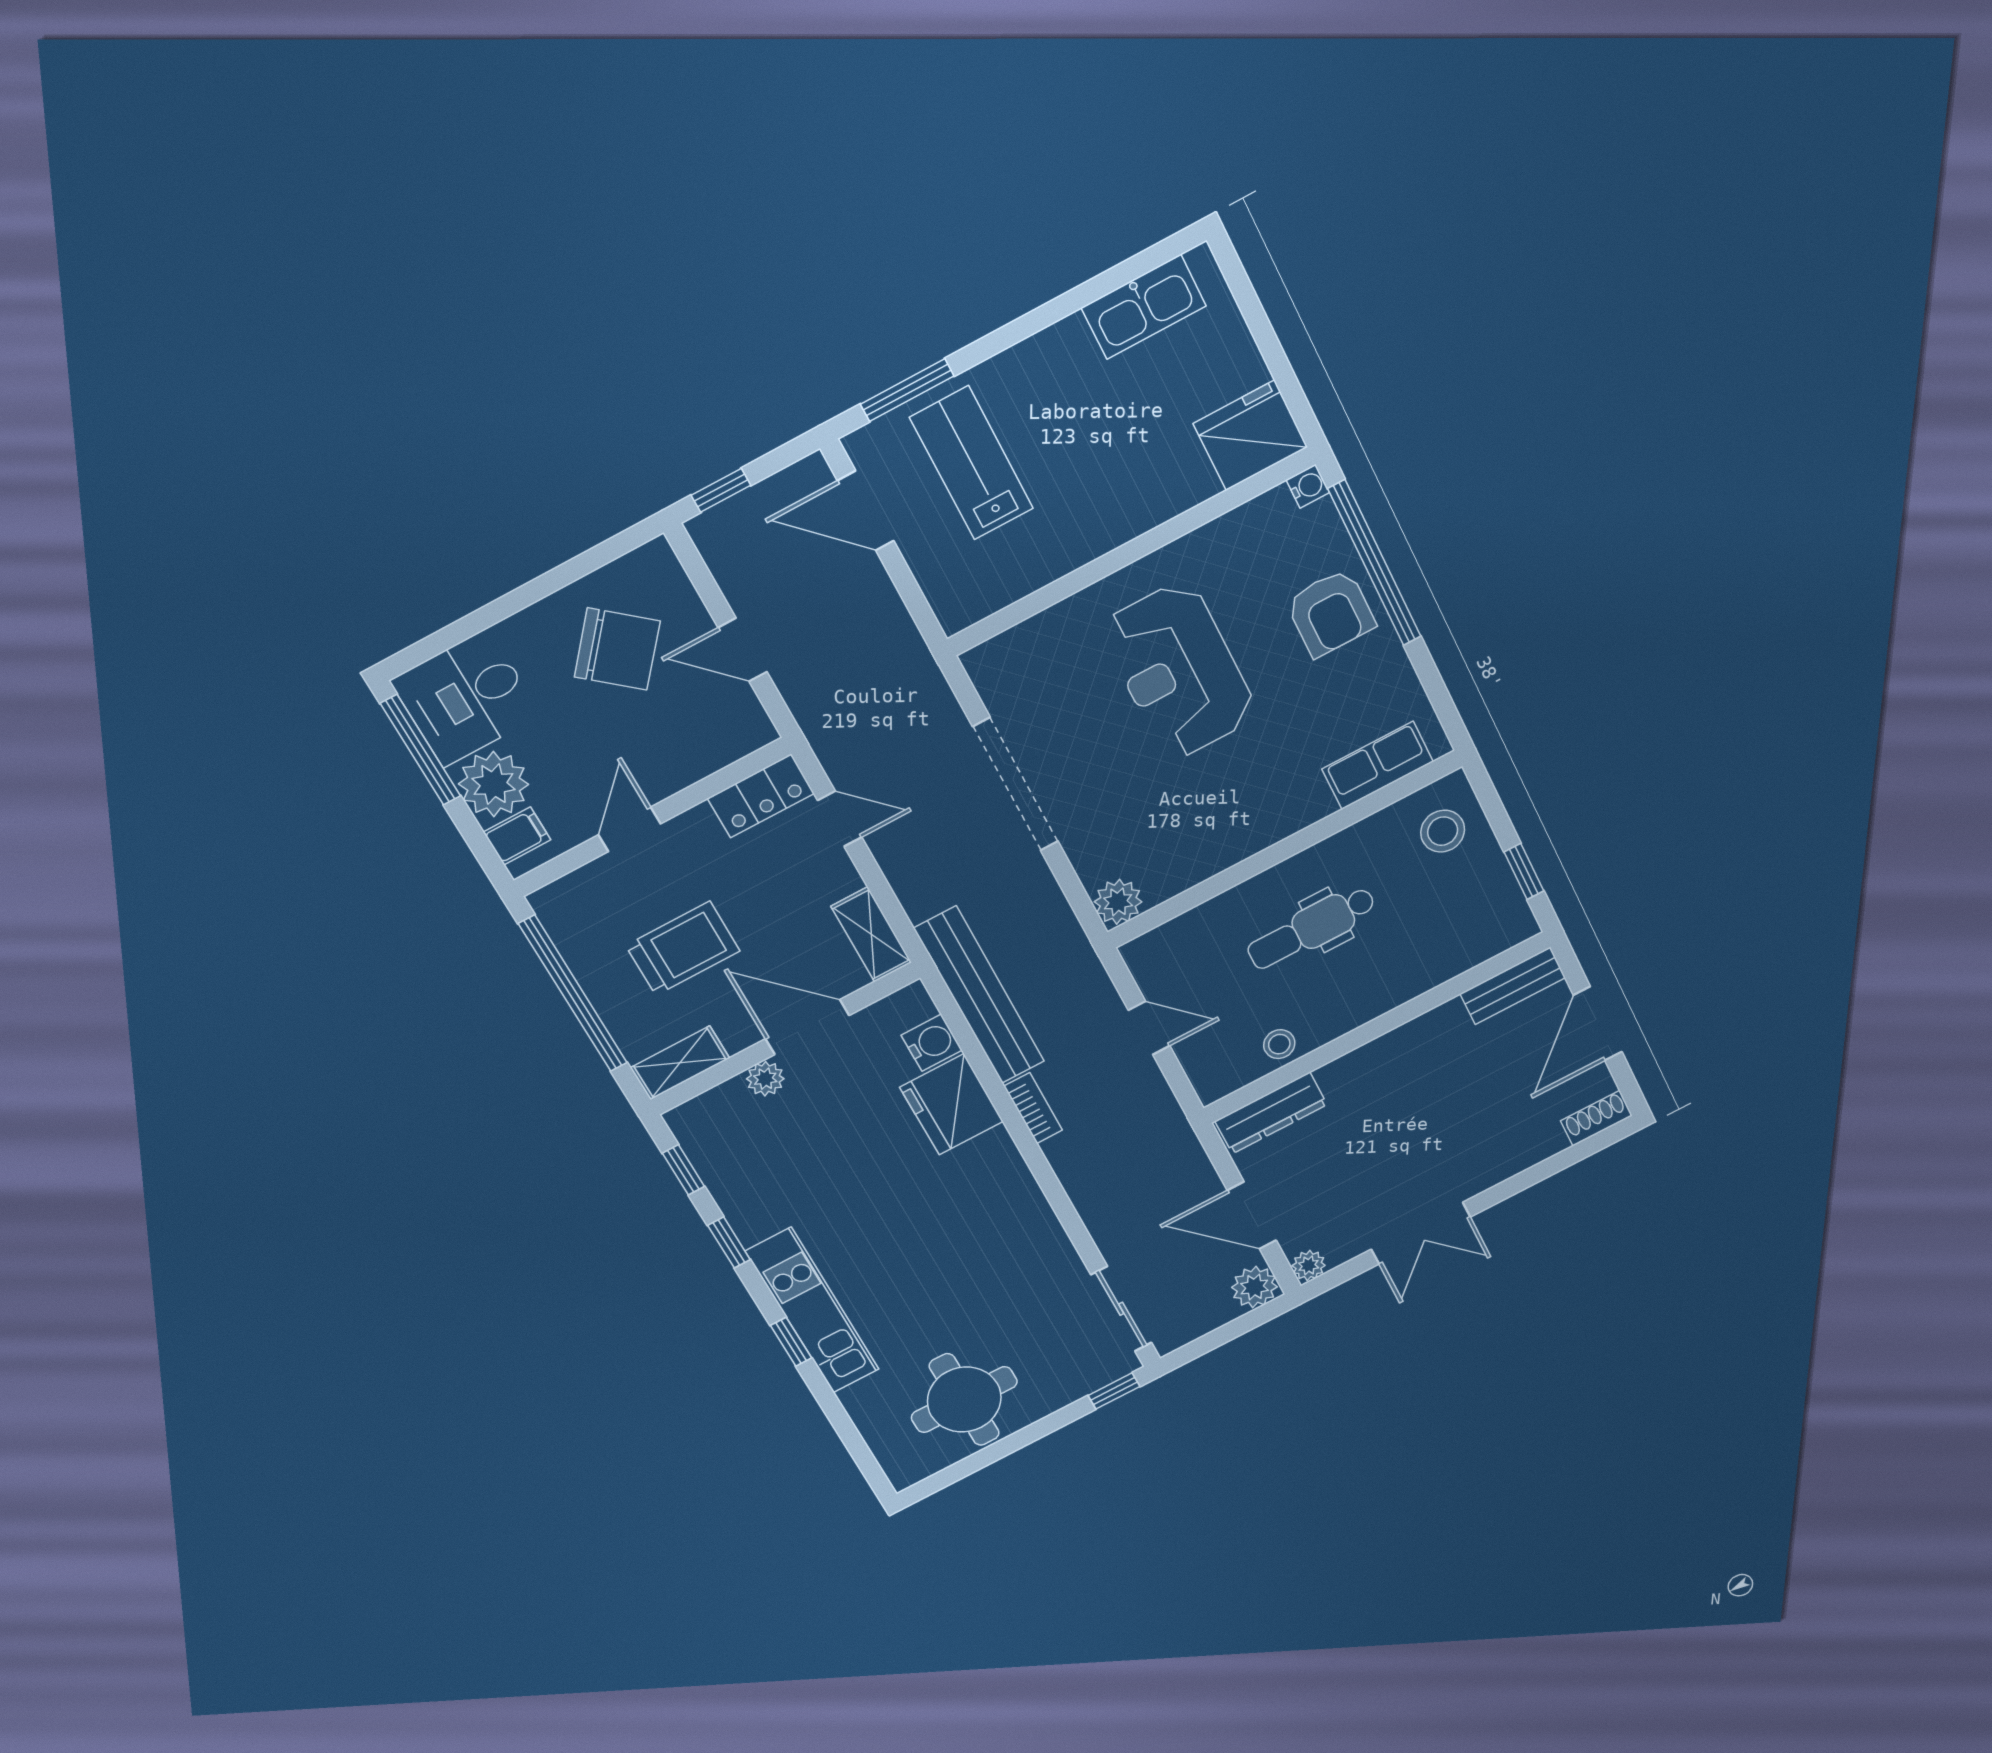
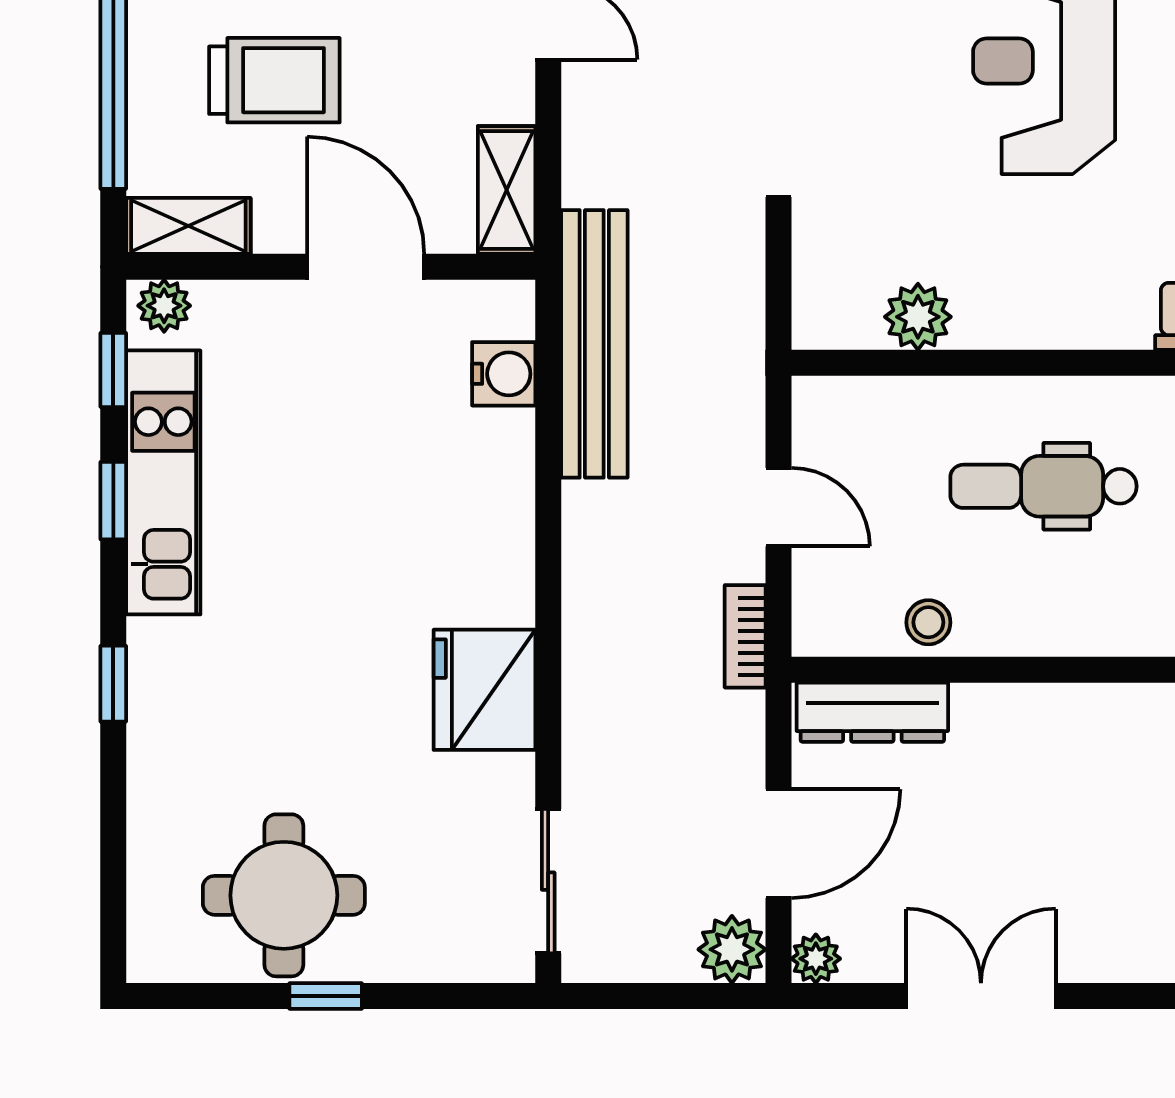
plant: (1118, 902) -> (918, 317), moved
plant: (765, 1079) -> (164, 306), moved
fridge: (952, 1104) -> (484, 690), moved
bookcase: (1033, 1108) -> (745, 636), moved, turned 180
door: (1252, 1215) -> (778, 844), swing flipped
double door: (1421, 1233) -> (981, 996), swing flipped
kitchen unit: (812, 1311) -> (163, 482), moved
window: (1114, 1391) -> (326, 996), moved

